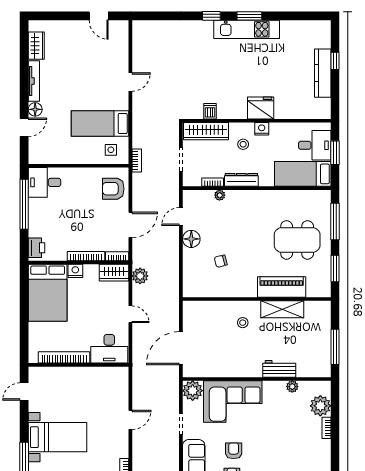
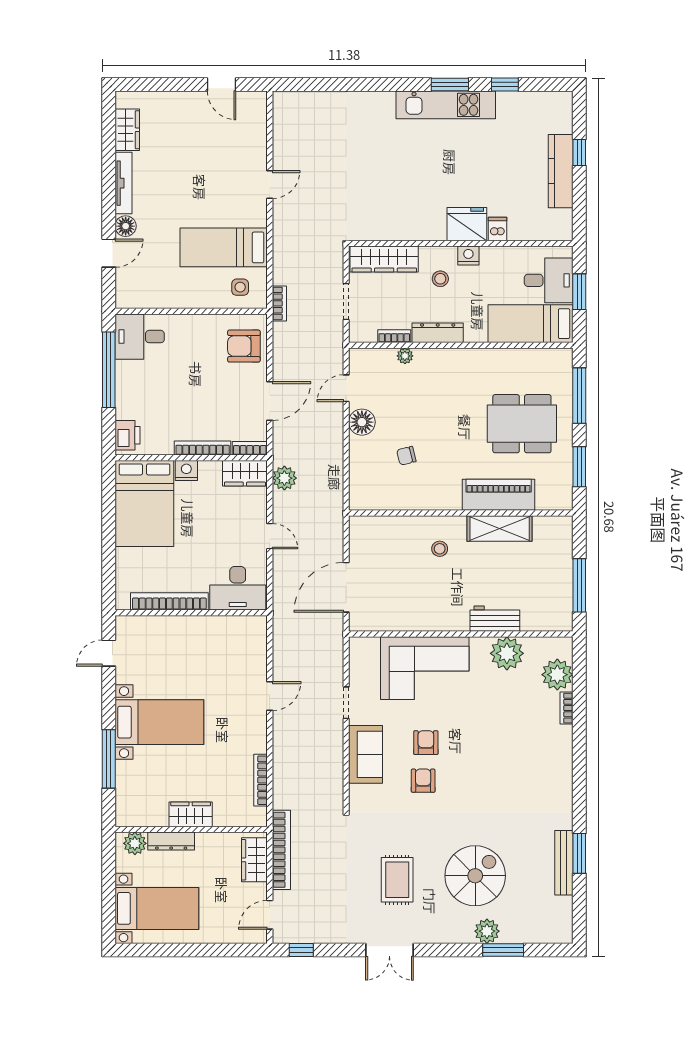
window: (211, 16) -> (505, 85), moved
dishwasher: (210, 111) -> (498, 229), moved
plant: (292, 387) -> (507, 653), width x1.87, depth x1.87
plant: (193, 391) -> (364, 652), removed

